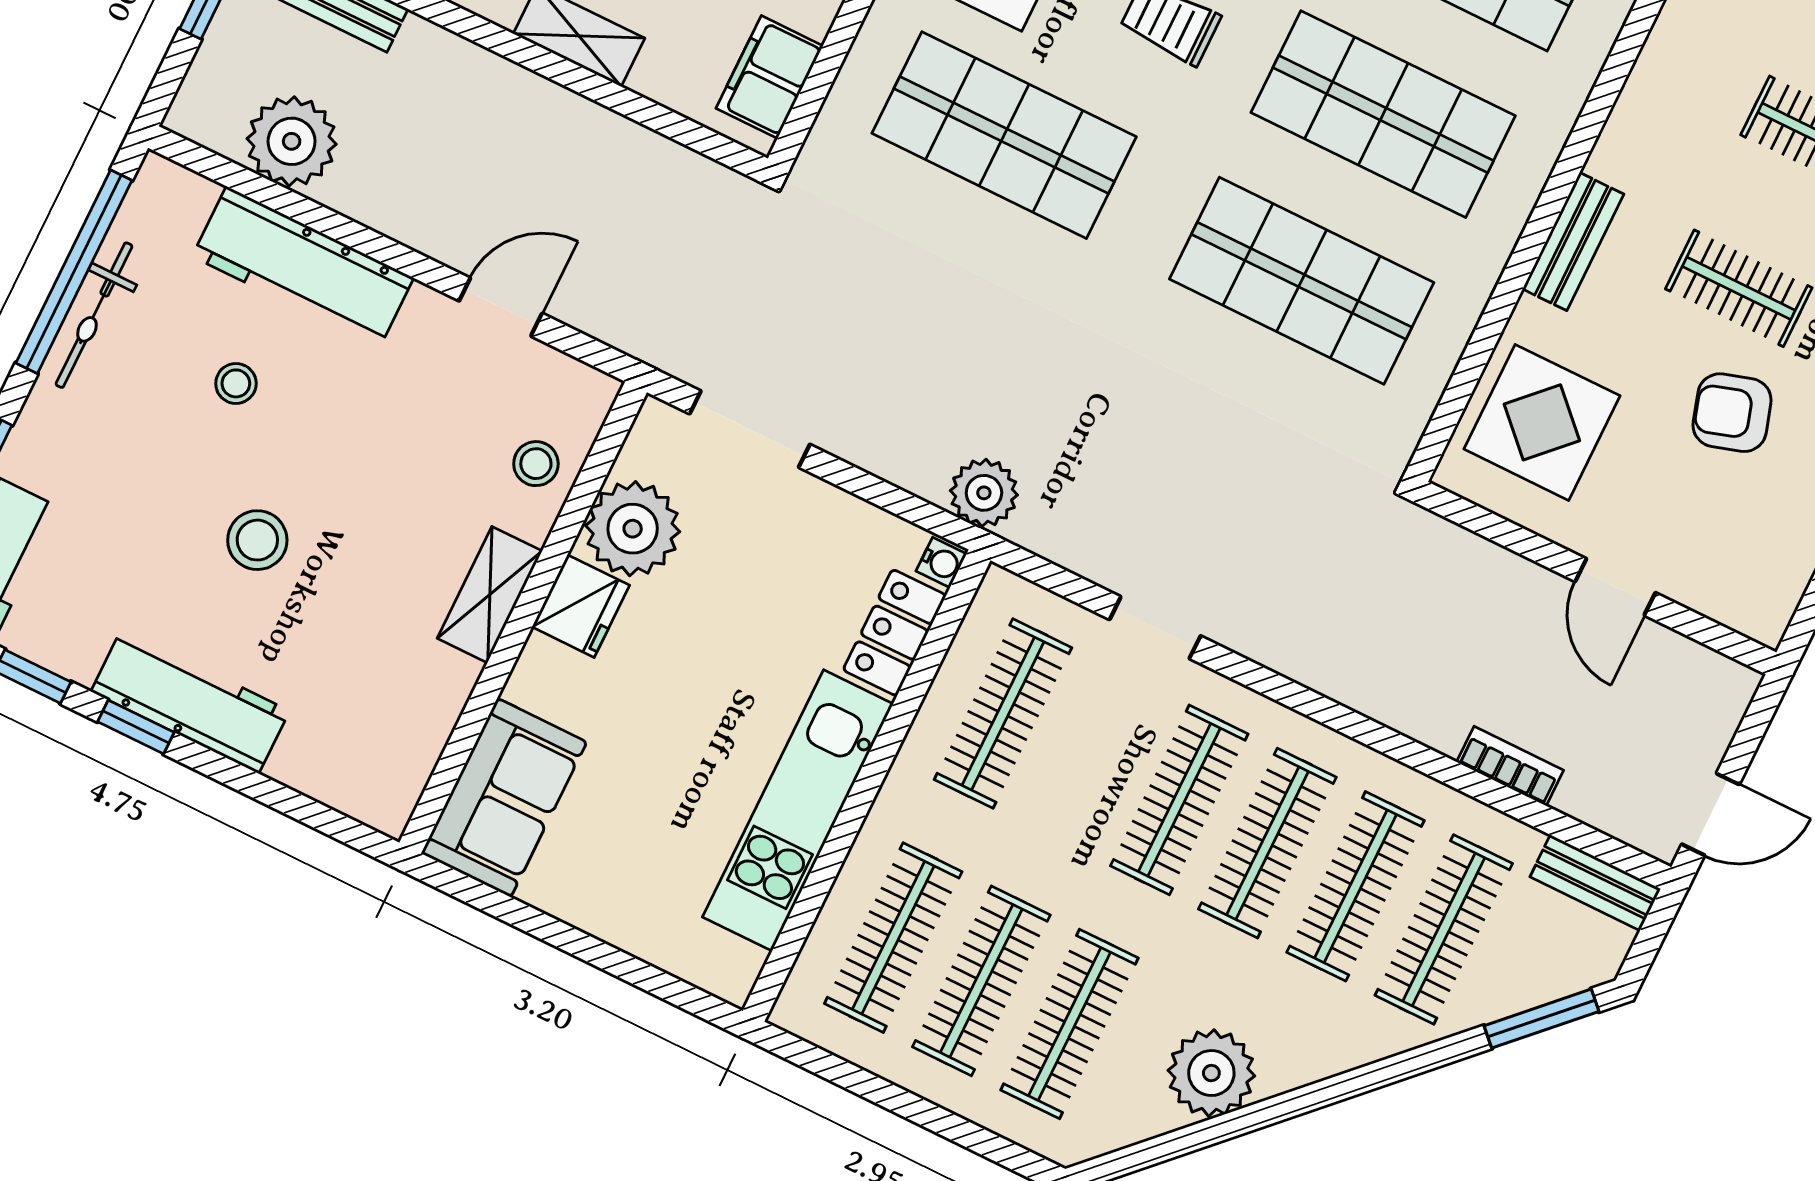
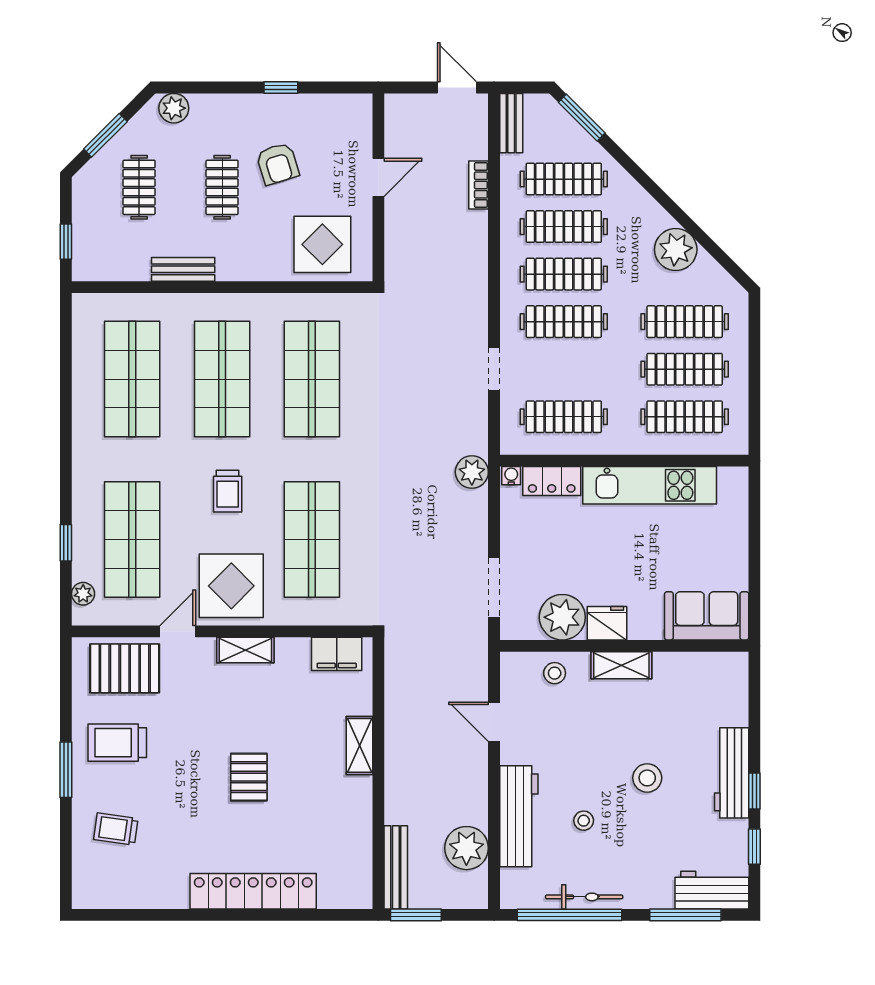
bench: (1573, 242) -> (183, 269), moved

